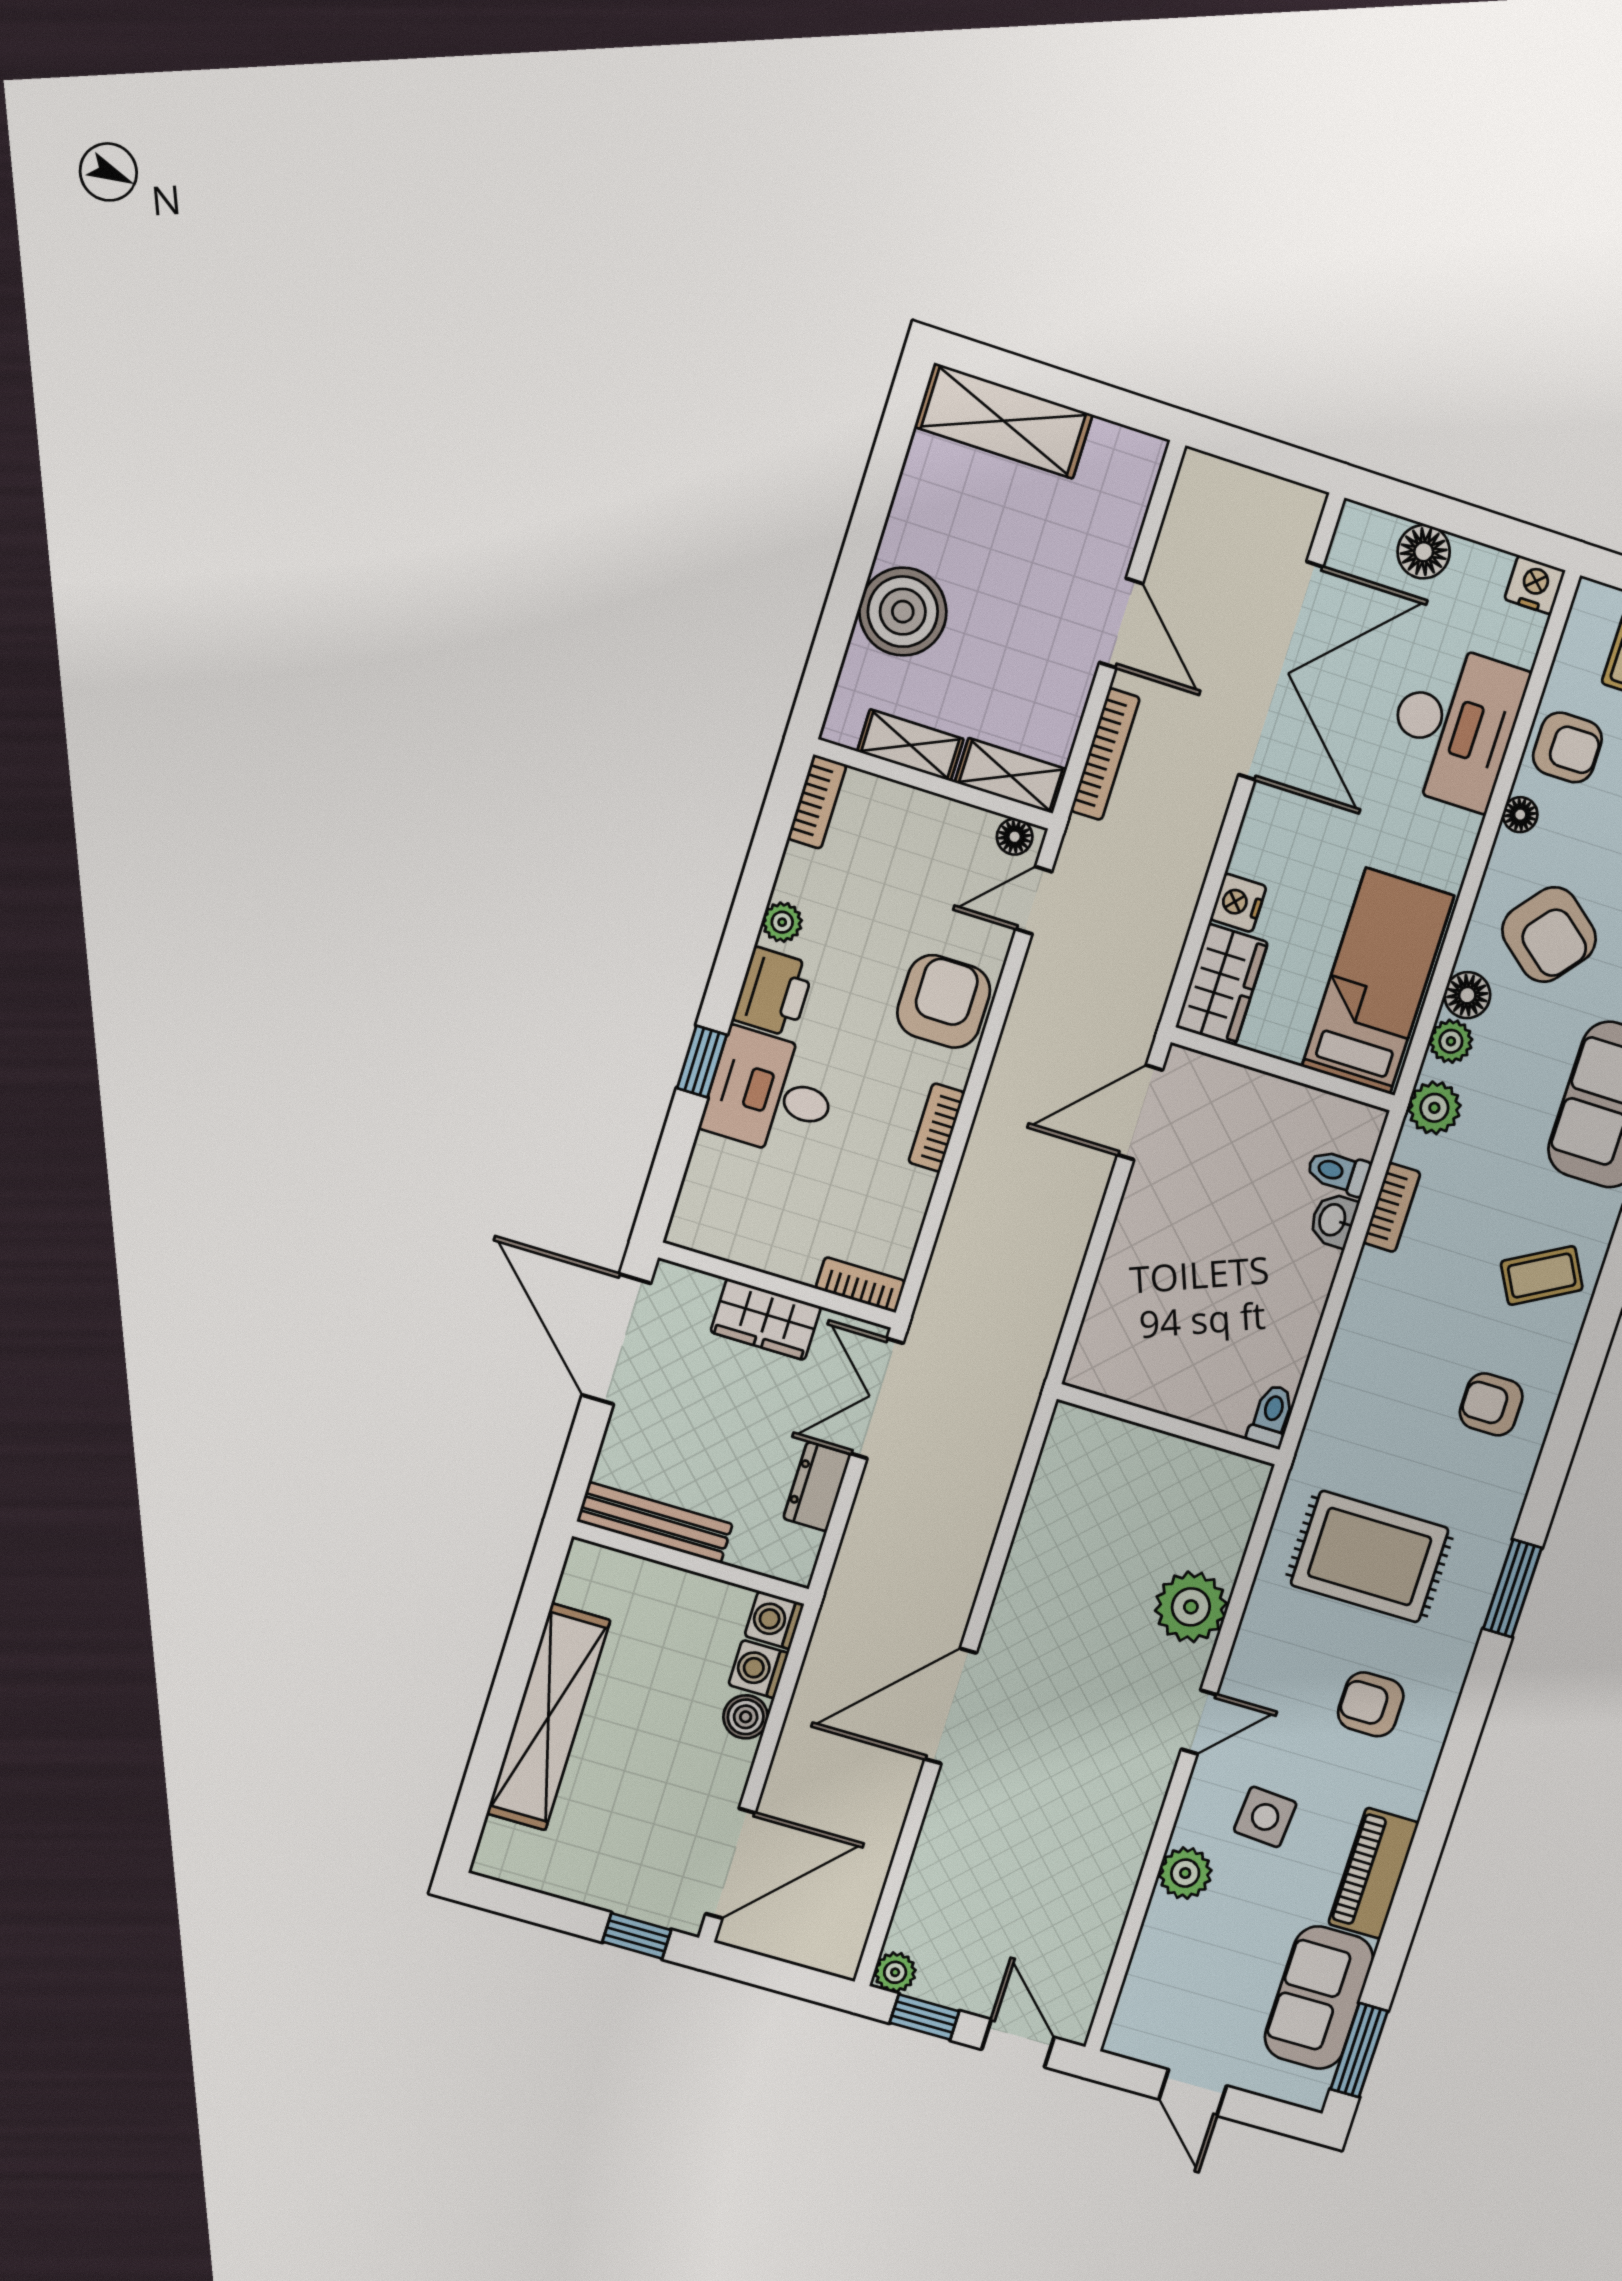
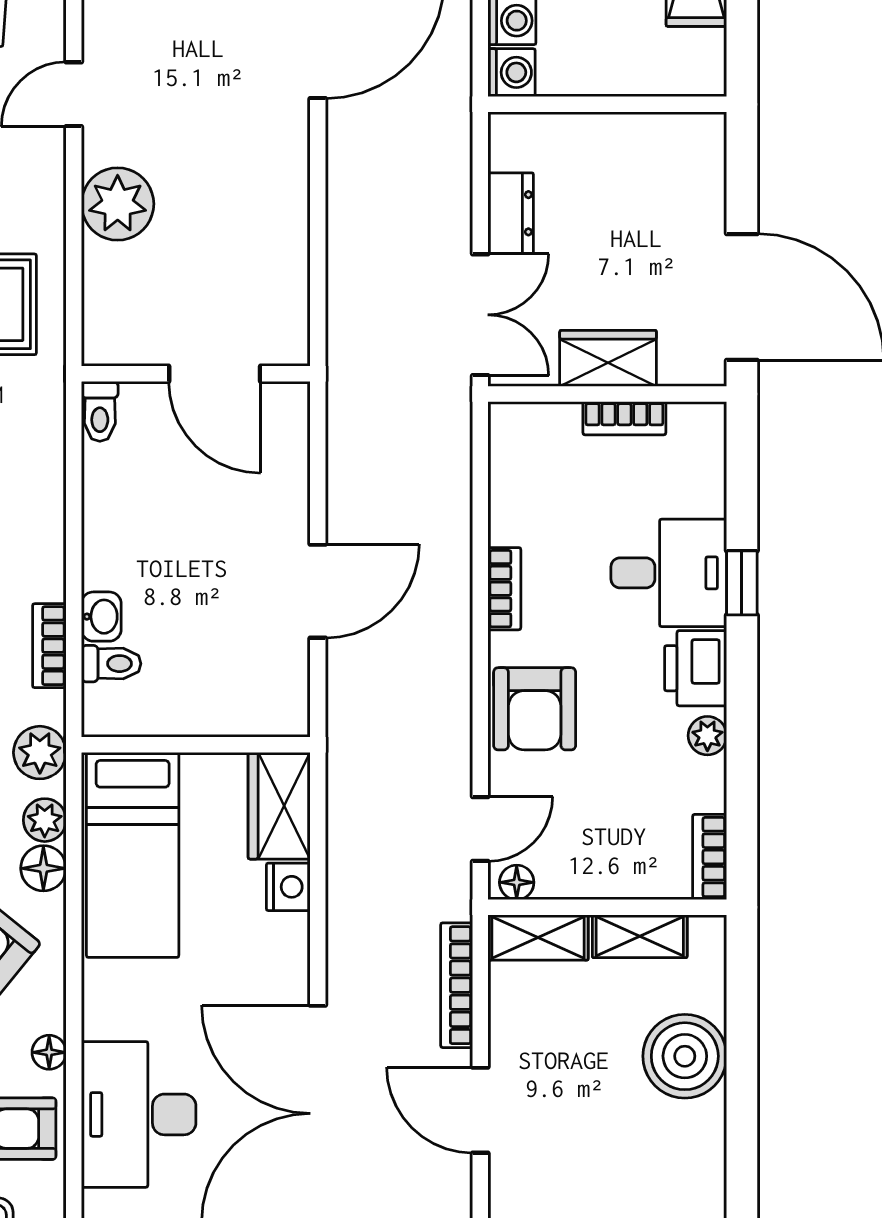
door: (1140, 1113) -> (318, 591), moved
bookcase: (861, 1285) -> (624, 418), moved
door: (1150, 1419) -> (215, 374), added
bench: (655, 1523) -> (653, 133), removed

